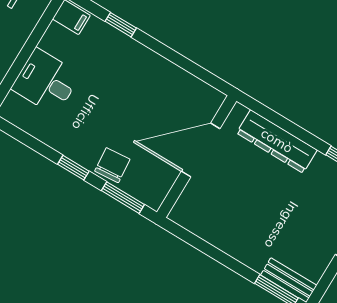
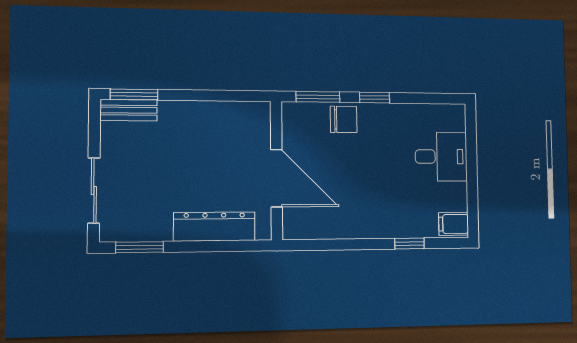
door: (201, 150) -> (277, 178), hinge flipped
chair: (112, 165) -> (344, 119), turned -85

